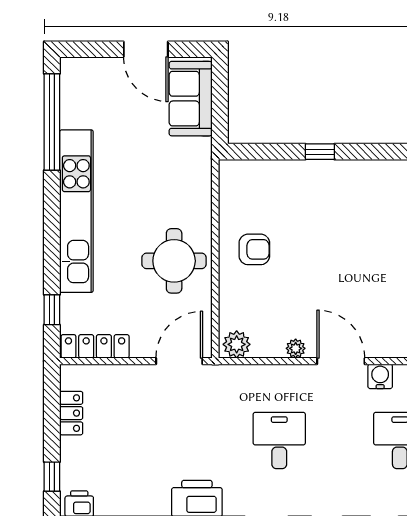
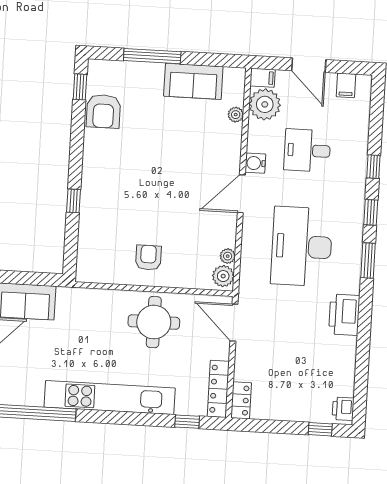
plant: (296, 348) -> (228, 256), moved
locker: (71, 413) -> (241, 400), moved, turned 90
desk: (279, 440) -> (302, 246), width x1.87, depth x1.30

